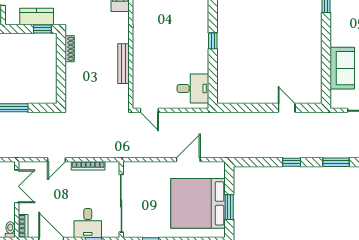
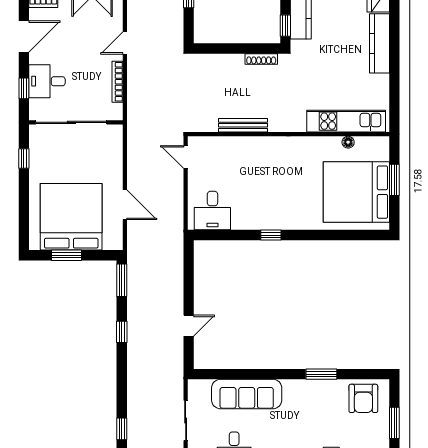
sofa: (342, 68) -> (247, 394), width x1.36
door: (149, 110) -> (186, 157), hinge flipped
door: (56, 160) -> (125, 43), hinge flipped
window: (336, 162) -> (122, 280), moved

